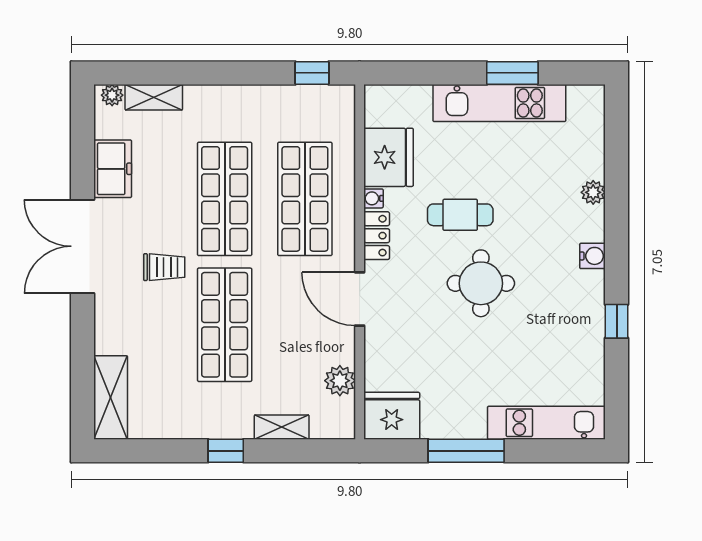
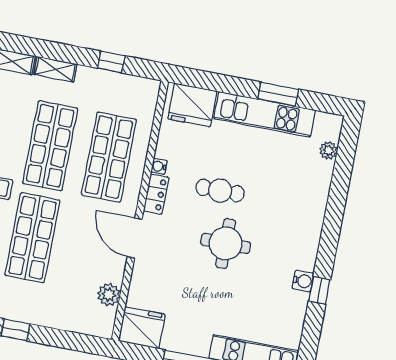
window: (312, 73) -> (111, 62), moved
fridge: (388, 157) -> (192, 105), moved, turned 90
plant: (593, 192) -> (329, 150), moved
water cooler: (592, 256) -> (303, 281), moved
shelving: (282, 427) -> (55, 69), moved

